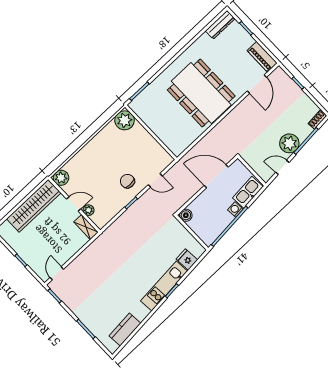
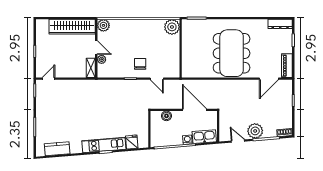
boiler: (186, 215) -> (166, 116), moved

